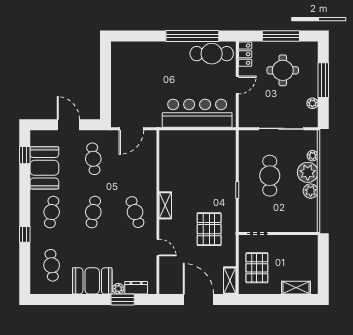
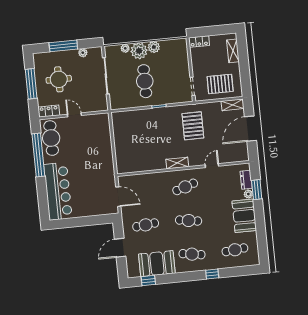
bar counter: (197, 113) -> (58, 191), moved, turned 180
cafe table: (270, 176) -> (145, 81), turned 90
pallet: (209, 229) -> (193, 126), turned 90
locker: (312, 247) -> (199, 42), added

